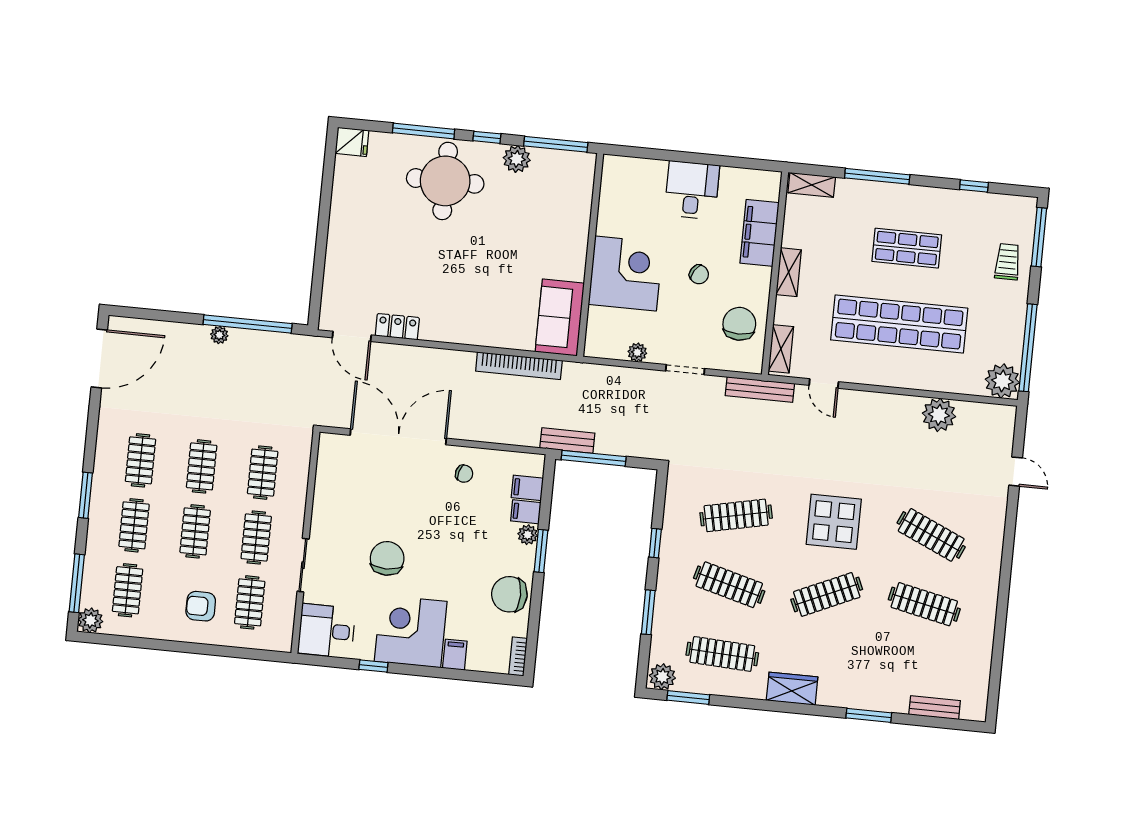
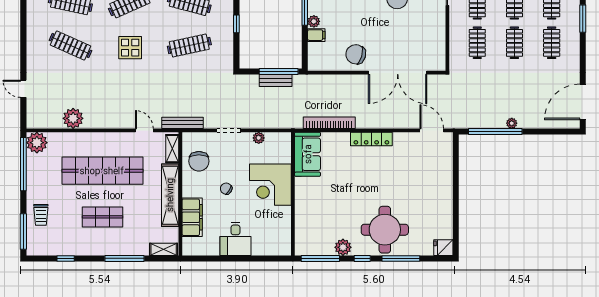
shelving: (789, 272) -> (170, 195), width x2.20, depth x1.33
locker: (397, 327) -> (371, 139), moved, width x1.53
bench: (567, 441) -> (276, 81), moved
chair: (464, 474) -> (356, 54), width x1.87, depth x1.87
filing cabinet: (527, 488) -> (317, 50), removed
display table: (834, 522) -> (130, 48), width x0.73, depth x0.73

